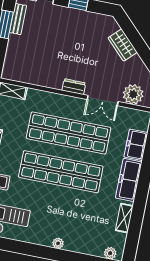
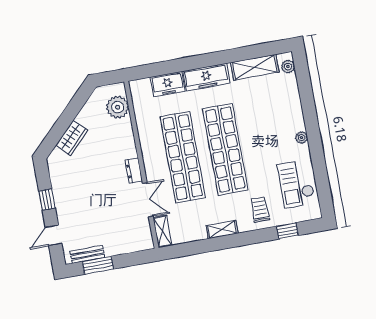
double door: (103, 101) -> (148, 200), moved
shelving: (124, 218) -> (255, 67), width x1.50, depth x1.33
plant: (58, 243) -> (302, 138), moved

